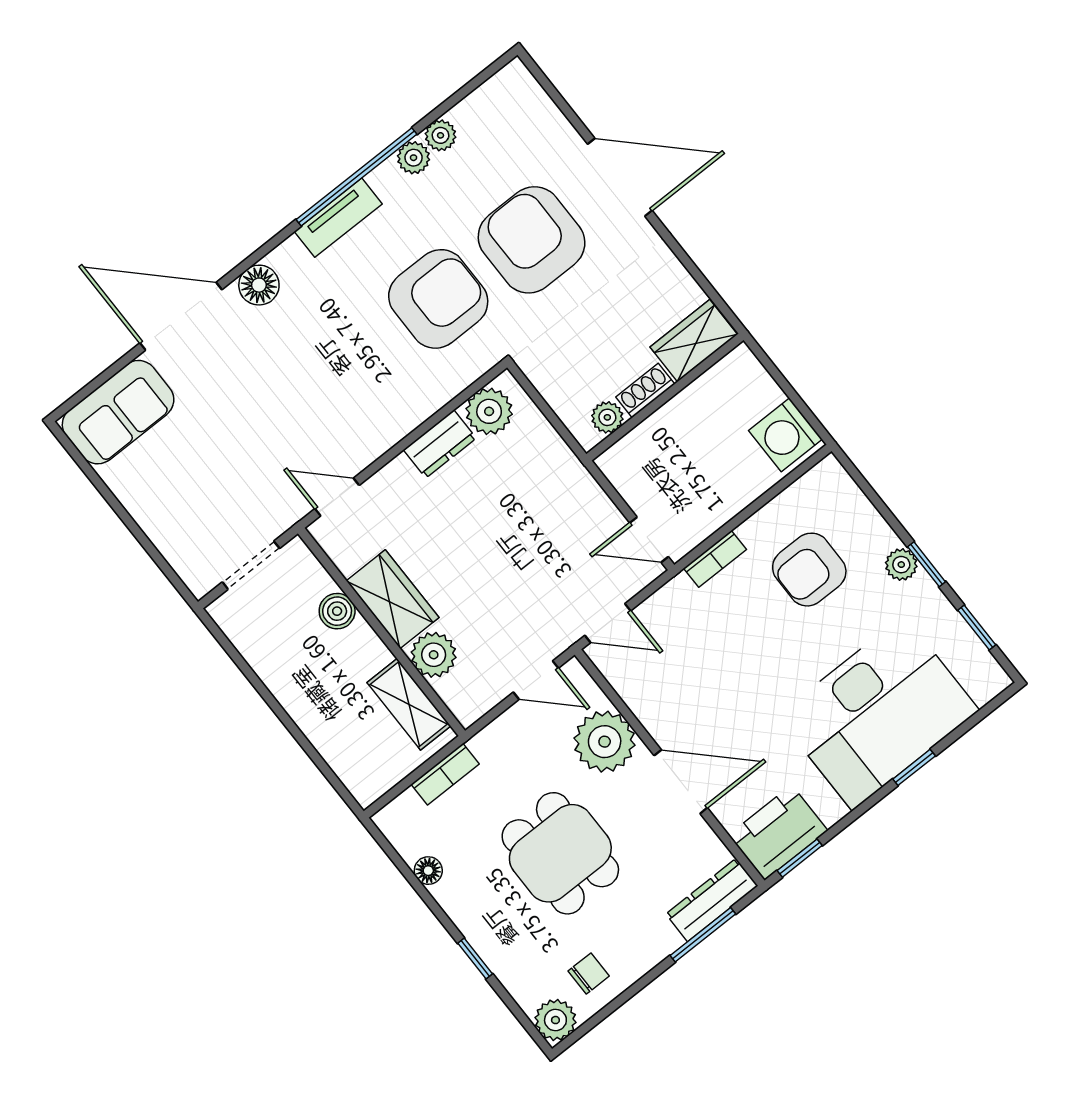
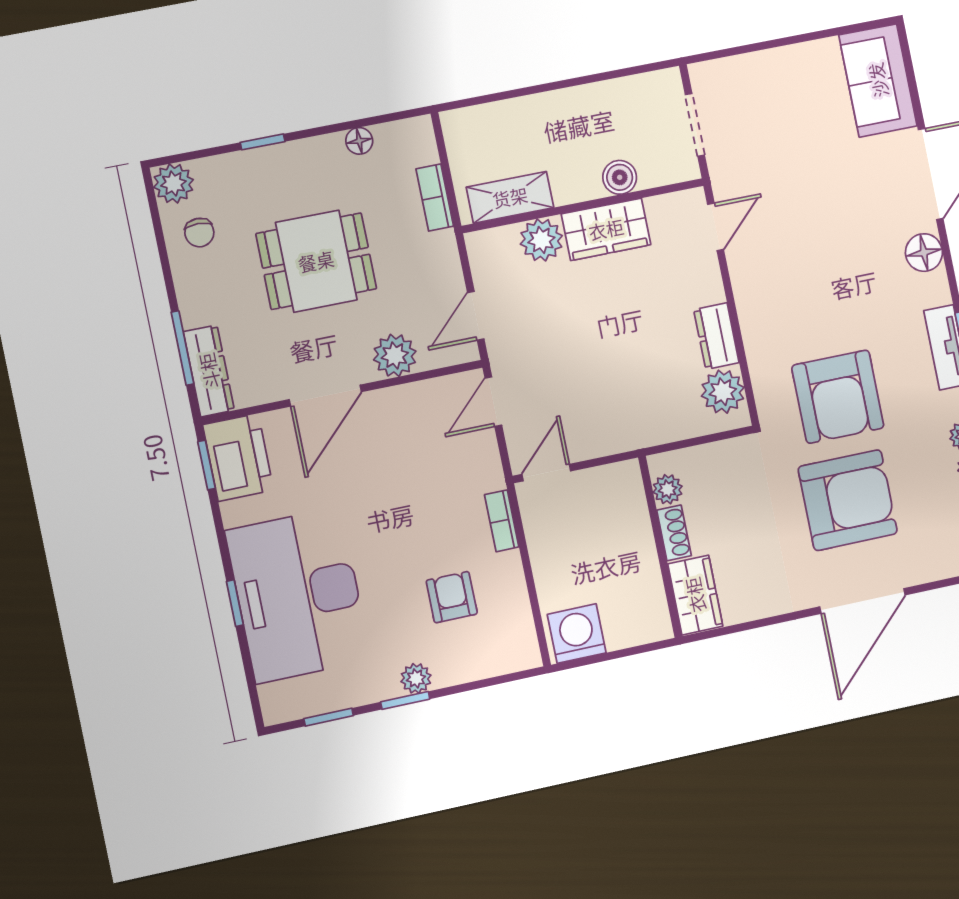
armchair: (809, 570) -> (452, 597), width x0.72, depth x0.72
plant: (605, 742) -> (395, 355), width x0.73, depth x0.73

